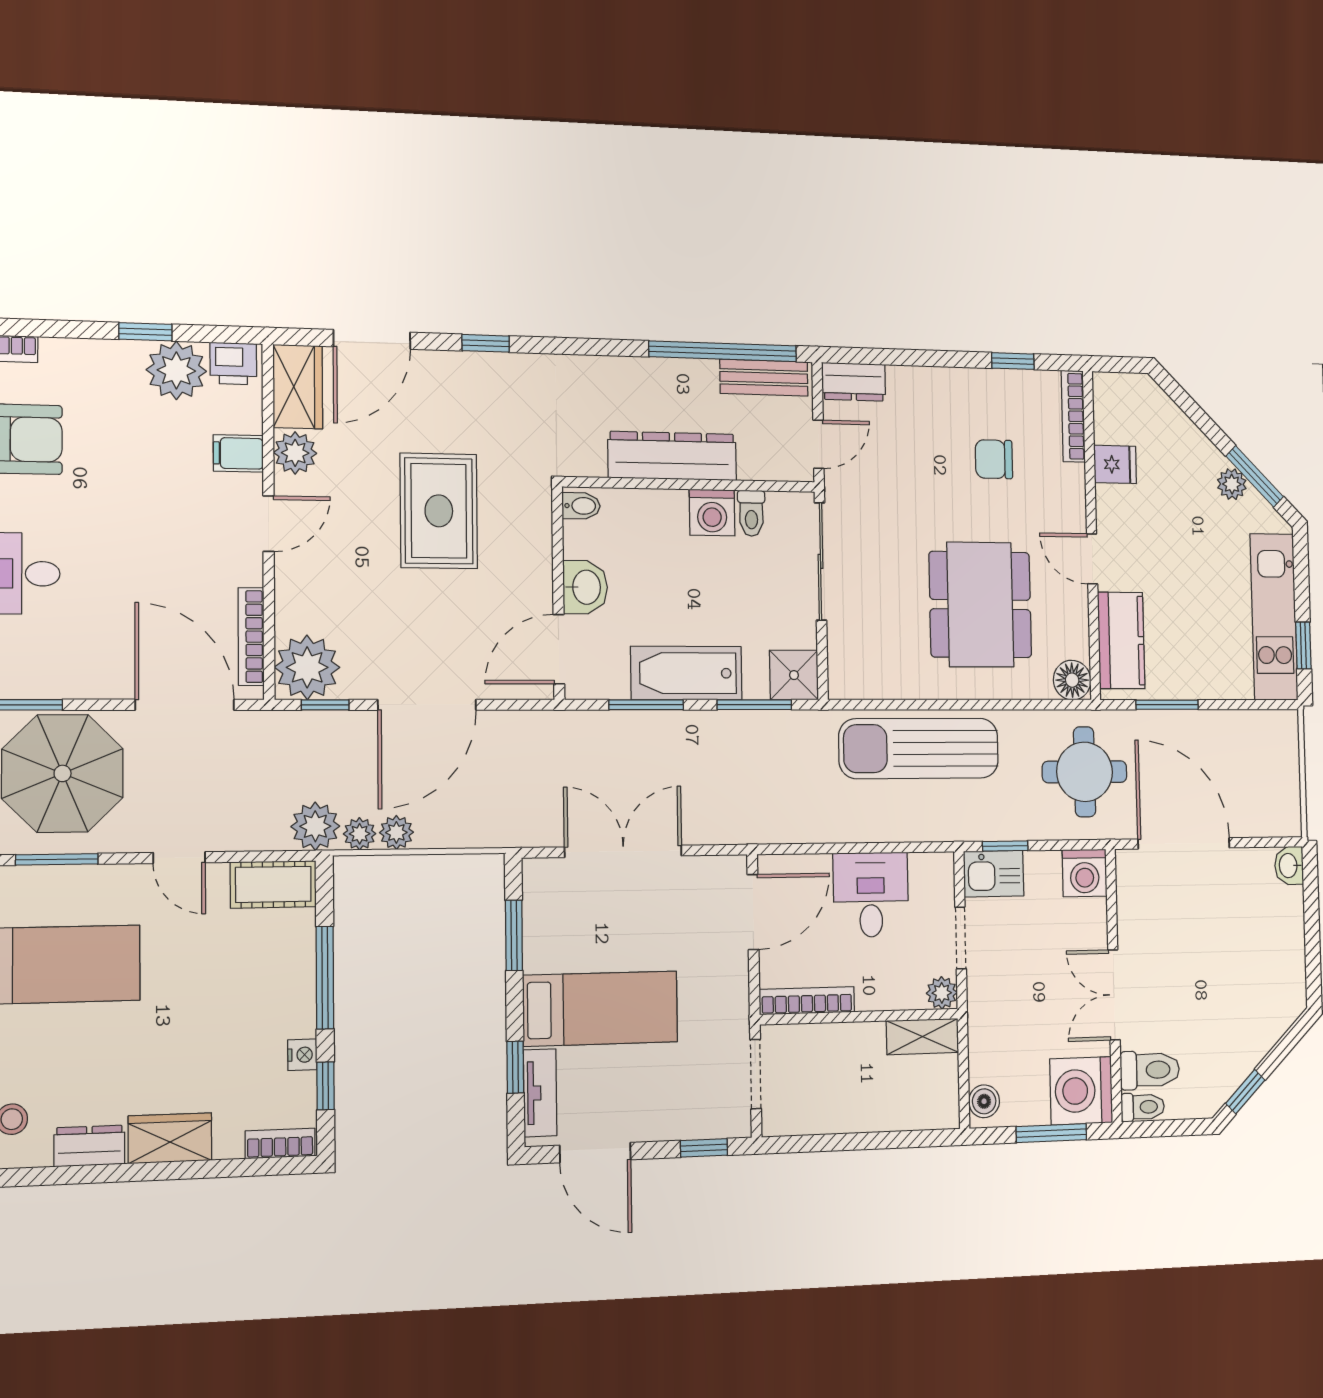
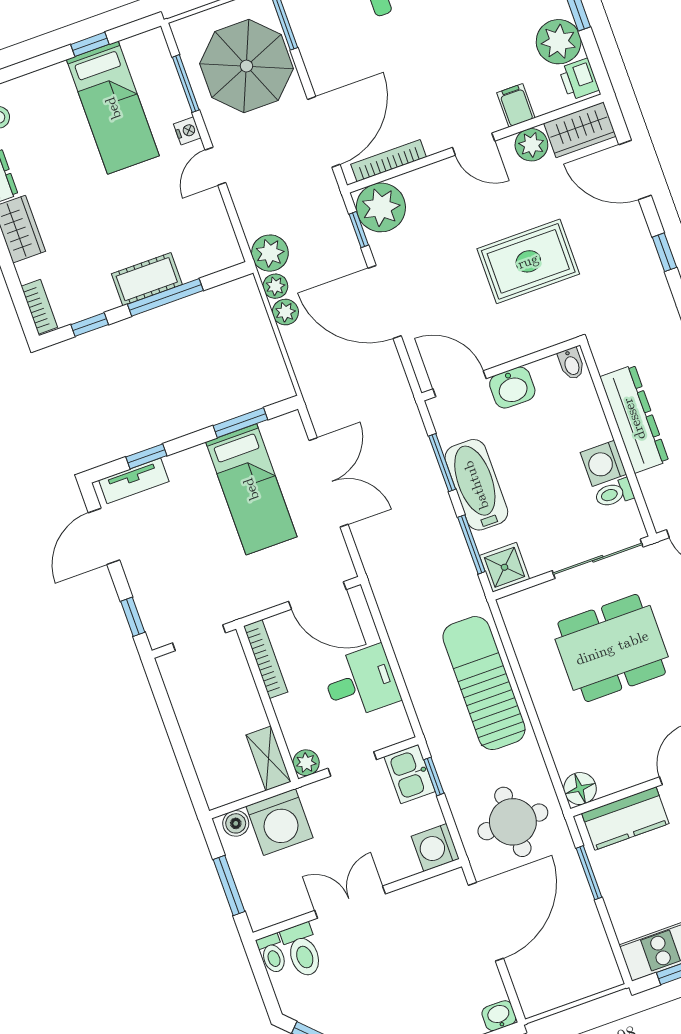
dining table: (980, 605) -> (612, 648), moved
cot: (273, 884) -> (147, 279), moved, turned 90
bed: (600, 1009) -> (251, 489), moved
nightstand: (302, 1055) -> (187, 131), moved, turned -90
washing machine: (1081, 1091) -> (280, 822), moved, turned 180

